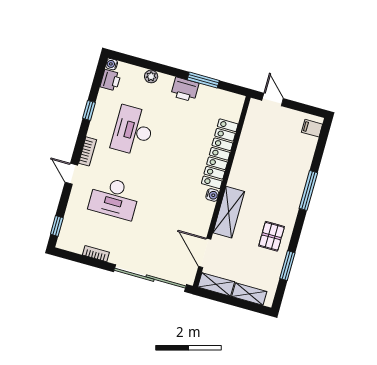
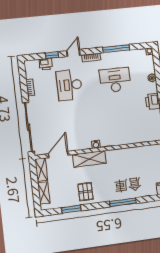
printer: (110, 80) -> (46, 64), moved
window: (89, 110) -> (116, 49), width x2.17
locker: (220, 154) -> (123, 139), removed
window: (57, 226) -> (52, 55), moved
pallet: (272, 236) -> (85, 192), turned 90

